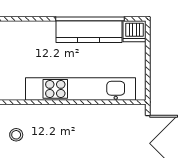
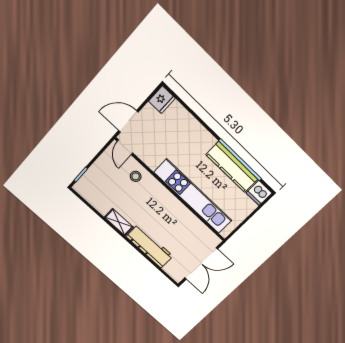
stool: (16, 135) -> (136, 176), moved

